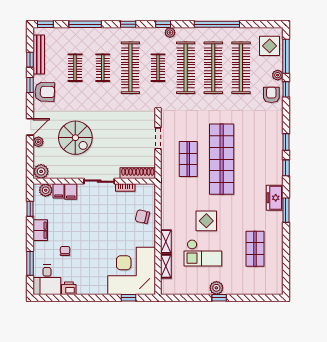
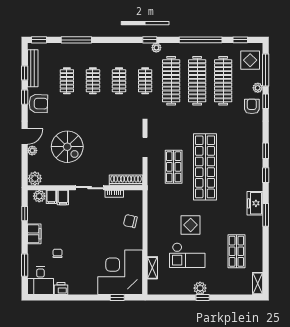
window: (128, 24) -> (240, 40), moved
clothes rail: (130, 68) -> (119, 81), width x0.54, depth x0.76
shelving: (166, 242) -> (258, 283), moved

